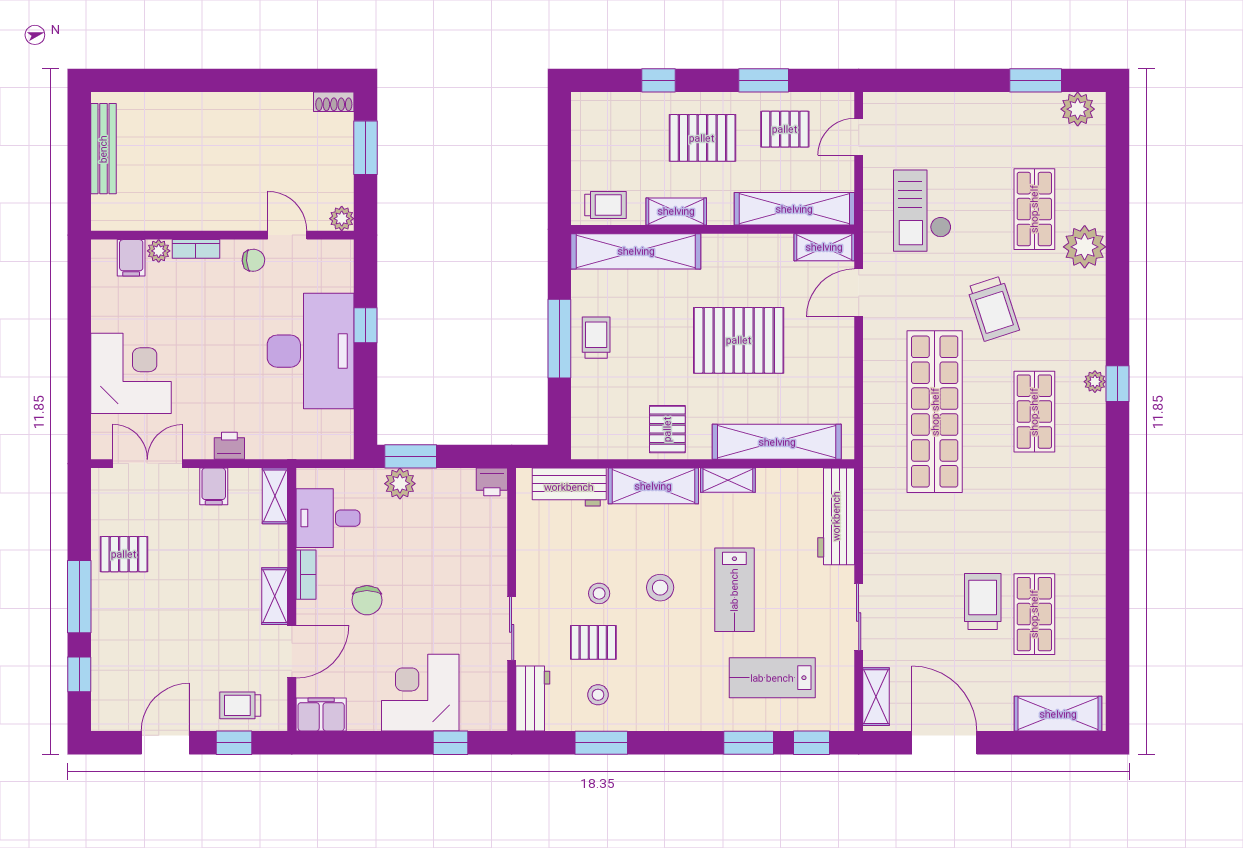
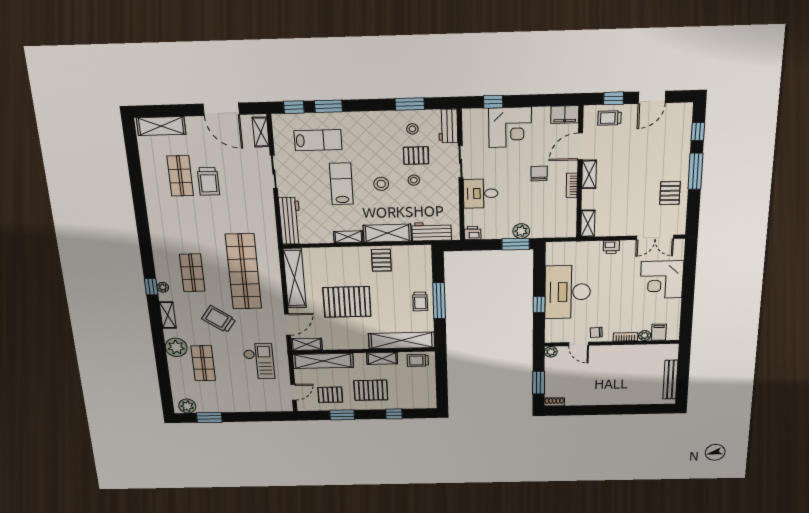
trolley: (993, 309) -> (219, 319), turned -37
shelving: (1093, 320) -> (168, 315), added
shelving: (777, 442) -> (295, 278), moved, turned 90
filing cabinet: (214, 486) -> (620, 227), removed
desk: (328, 518) -> (481, 193), moved, turned 180
pallet: (124, 554) -> (670, 193), turned 90
trolley: (240, 705) -> (609, 118), turned 180

